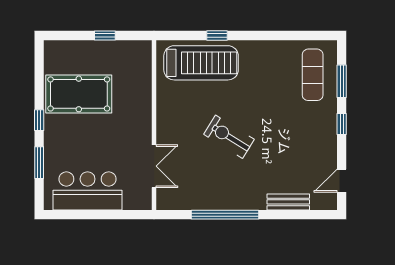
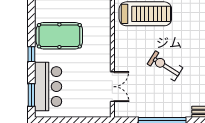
window: (39, 163) -> (31, 95), moved
bar counter: (88, 191) -> (48, 87), moved, turned 90

